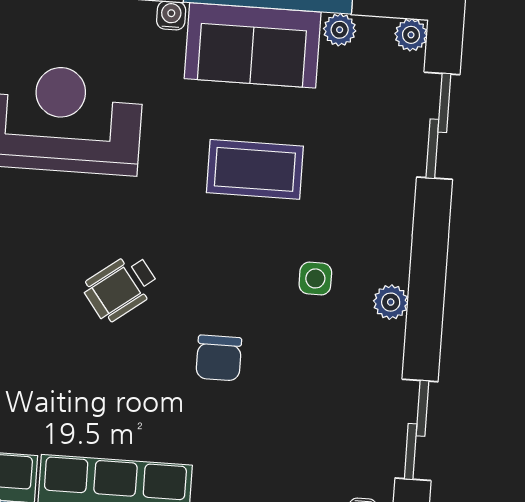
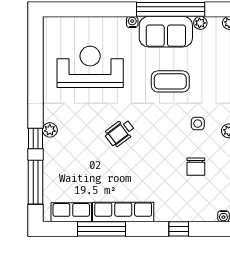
chair: (219, 358) -> (196, 167), moved

